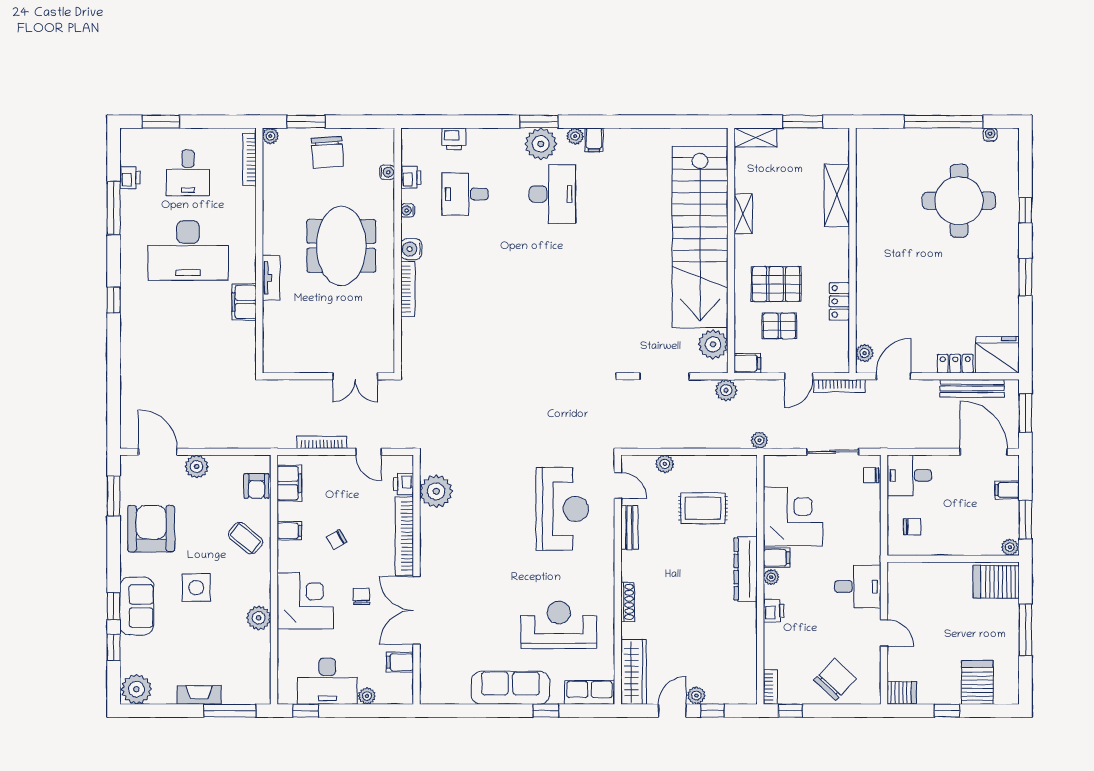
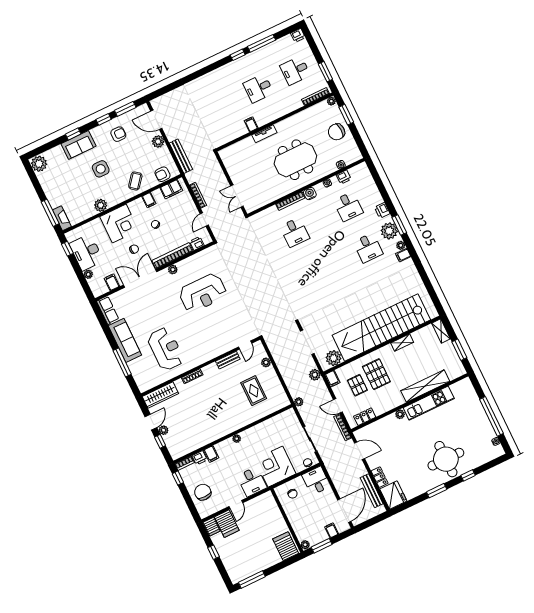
window: (161, 122) -> (325, 72), moved
printer: (454, 139) -> (382, 210), moved
printer: (130, 178) -> (298, 35), moved
desk: (465, 194) -> (348, 206), turned 180
desk: (552, 194) -> (368, 248), width x0.73
shelving: (837, 195) -> (425, 386), width x1.47
round table: (959, 201) -> (446, 459), moved
kitchen unit: (869, 218) -> (429, 403), added
desk: (188, 251) -> (258, 88), width x0.53, depth x0.77
window: (114, 300) -> (238, 55), moved
locker: (839, 301) -> (365, 417), moved
filing cabinet: (244, 302) -> (251, 124), width x0.50
desk: (465, 307) -> (295, 232), added
plant: (864, 353) -> (400, 414), moved
window: (1025, 413) -> (372, 522), removed
bench: (241, 440) -> (181, 156), added
door: (158, 452) -> (156, 120), swing flipped
plant: (436, 491) -> (173, 270), moved, width x0.53, depth x0.53
reception desk: (562, 509) -> (203, 293), moved
corner desk: (793, 517) -> (275, 467), moved, turned 180
armchair: (151, 529) -> (118, 134), width x0.53, depth x0.53
filing cabinet: (777, 558) -> (211, 454), moved
dresser: (746, 569) -> (235, 425), removed
printer: (774, 611) -> (200, 458), moved
window: (1025, 630) -> (252, 579), moved
window: (114, 647) -> (104, 119), moved
chair: (835, 679) -> (203, 492), turned -133
server rack: (977, 682) -> (227, 524), moved, turned 90
row of seats: (590, 692) -> (108, 310), moved
fireplace: (199, 695) -> (62, 218), moved
window: (546, 711) -> (122, 362), width x2.17
door: (672, 711) -> (151, 422), hinge flipped

